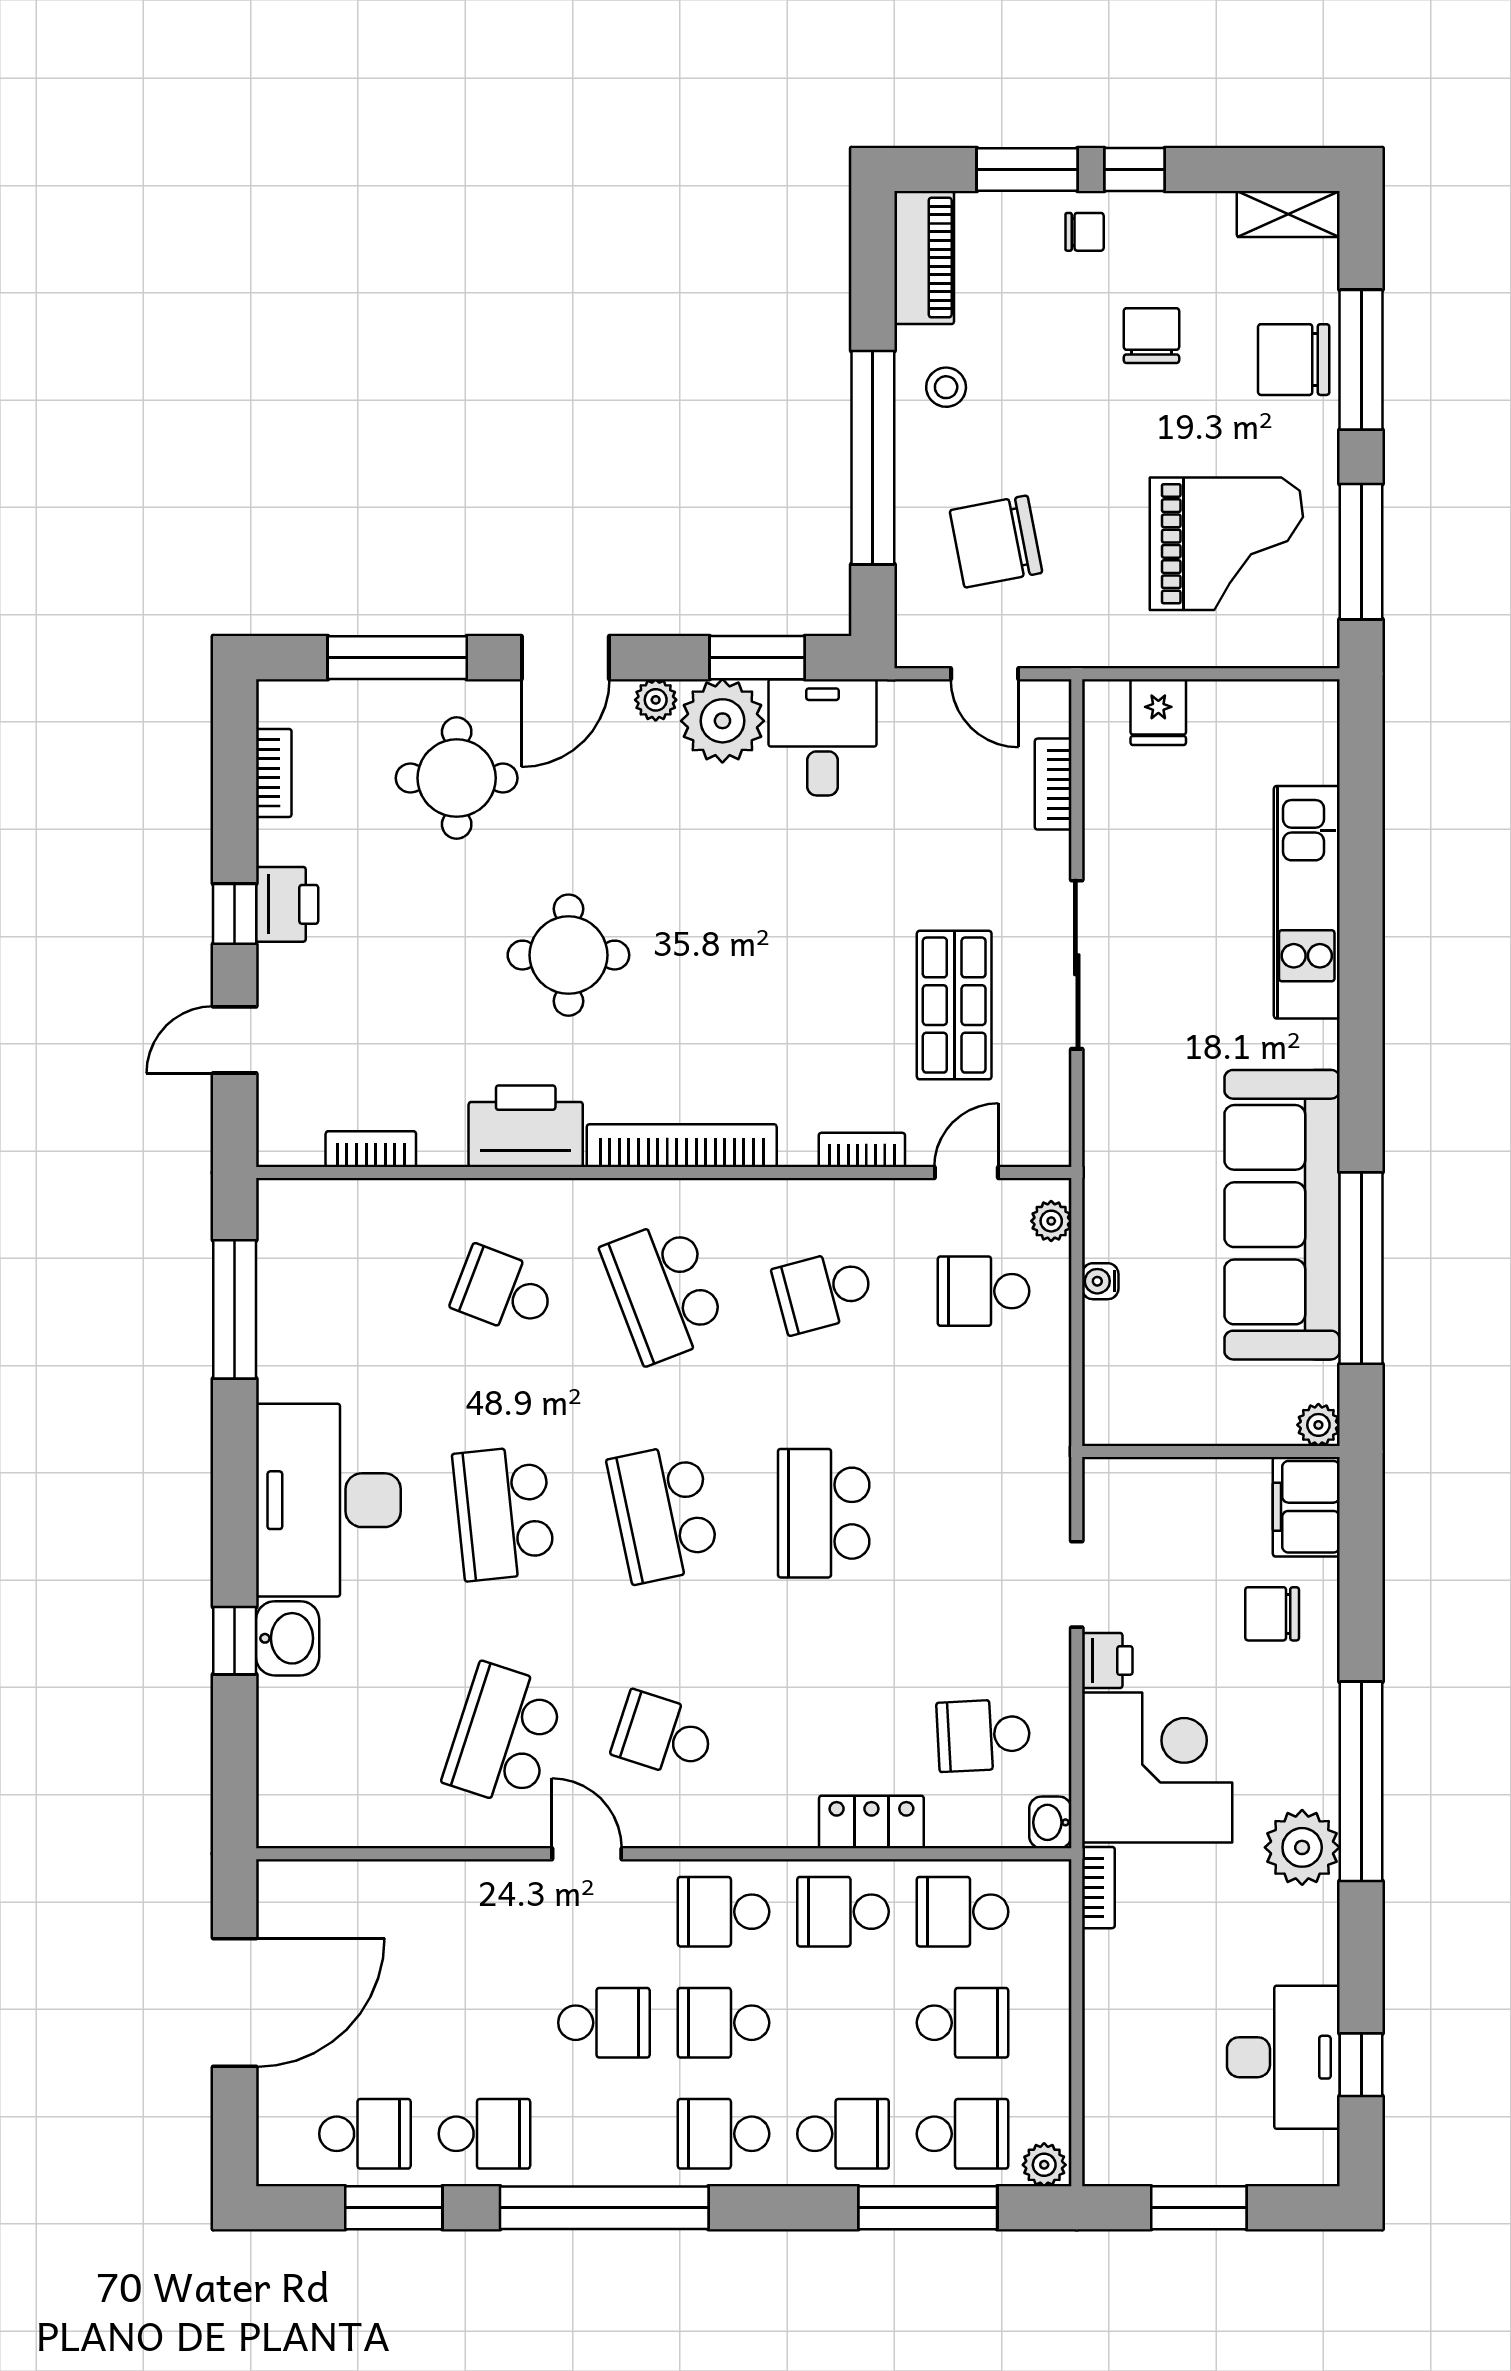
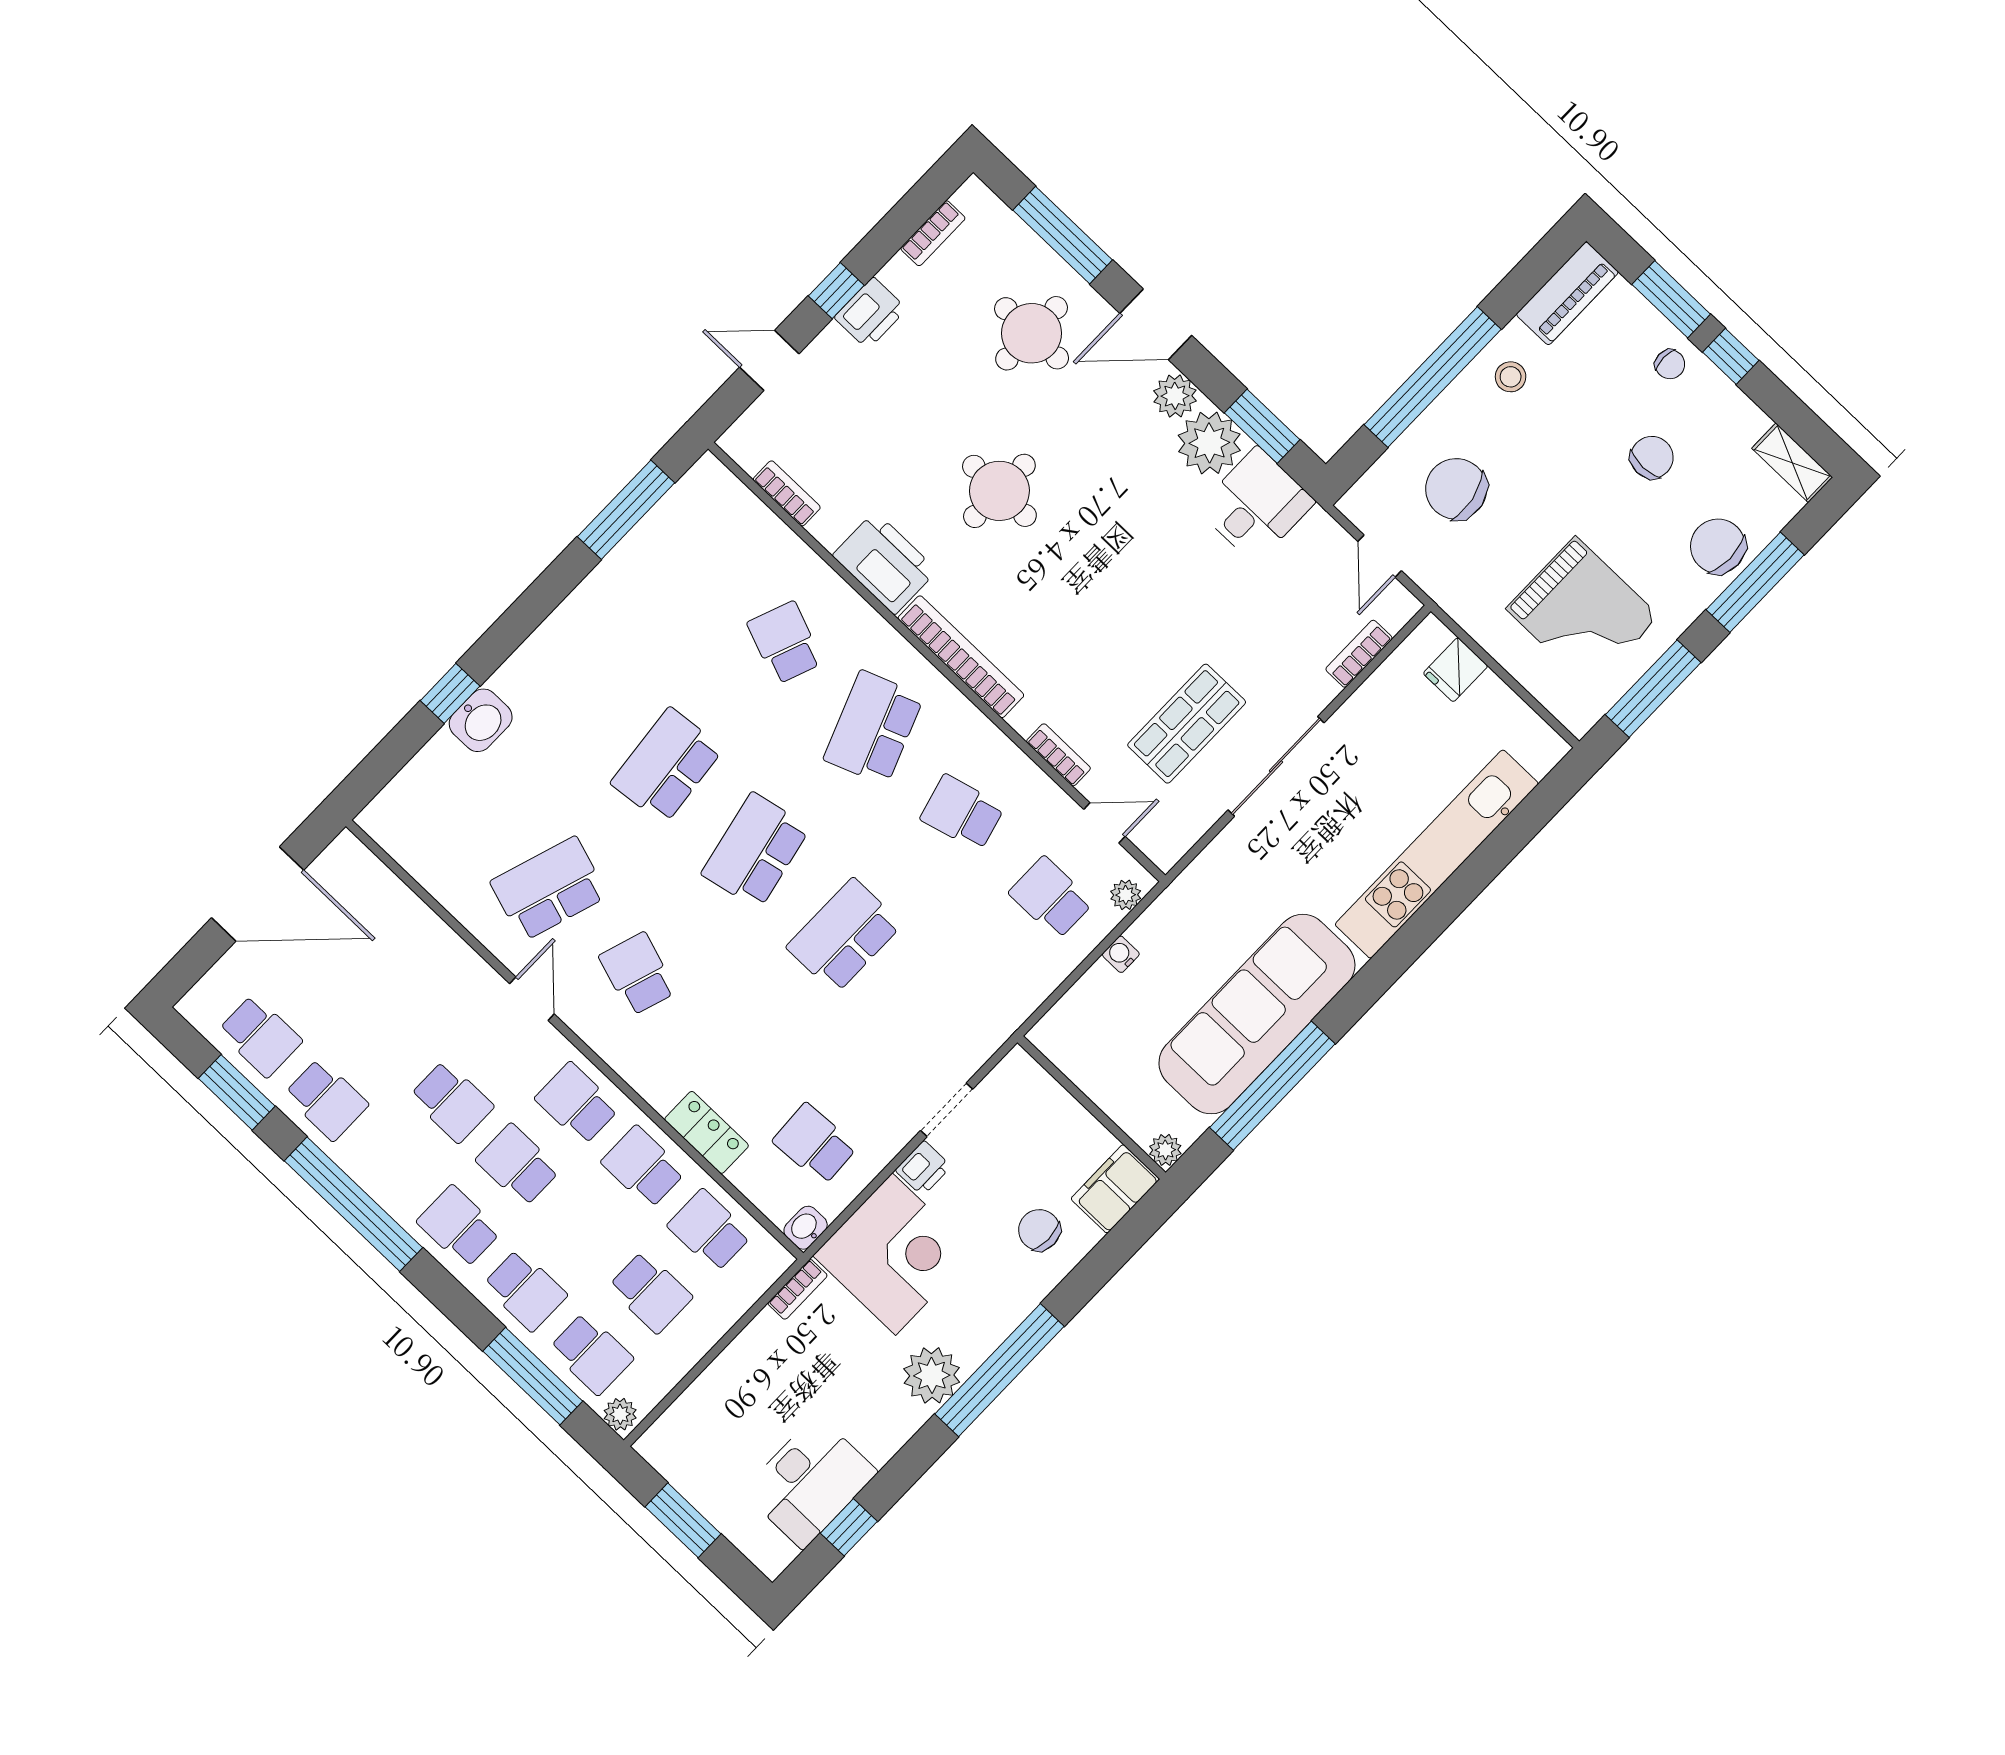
plant: (656, 700) -> (1175, 396), width x1.38, depth x1.38
kitchen unit: (1307, 902) -> (1437, 854), width x1.36
desk: (328, 1500) -> (577, 665), removed

